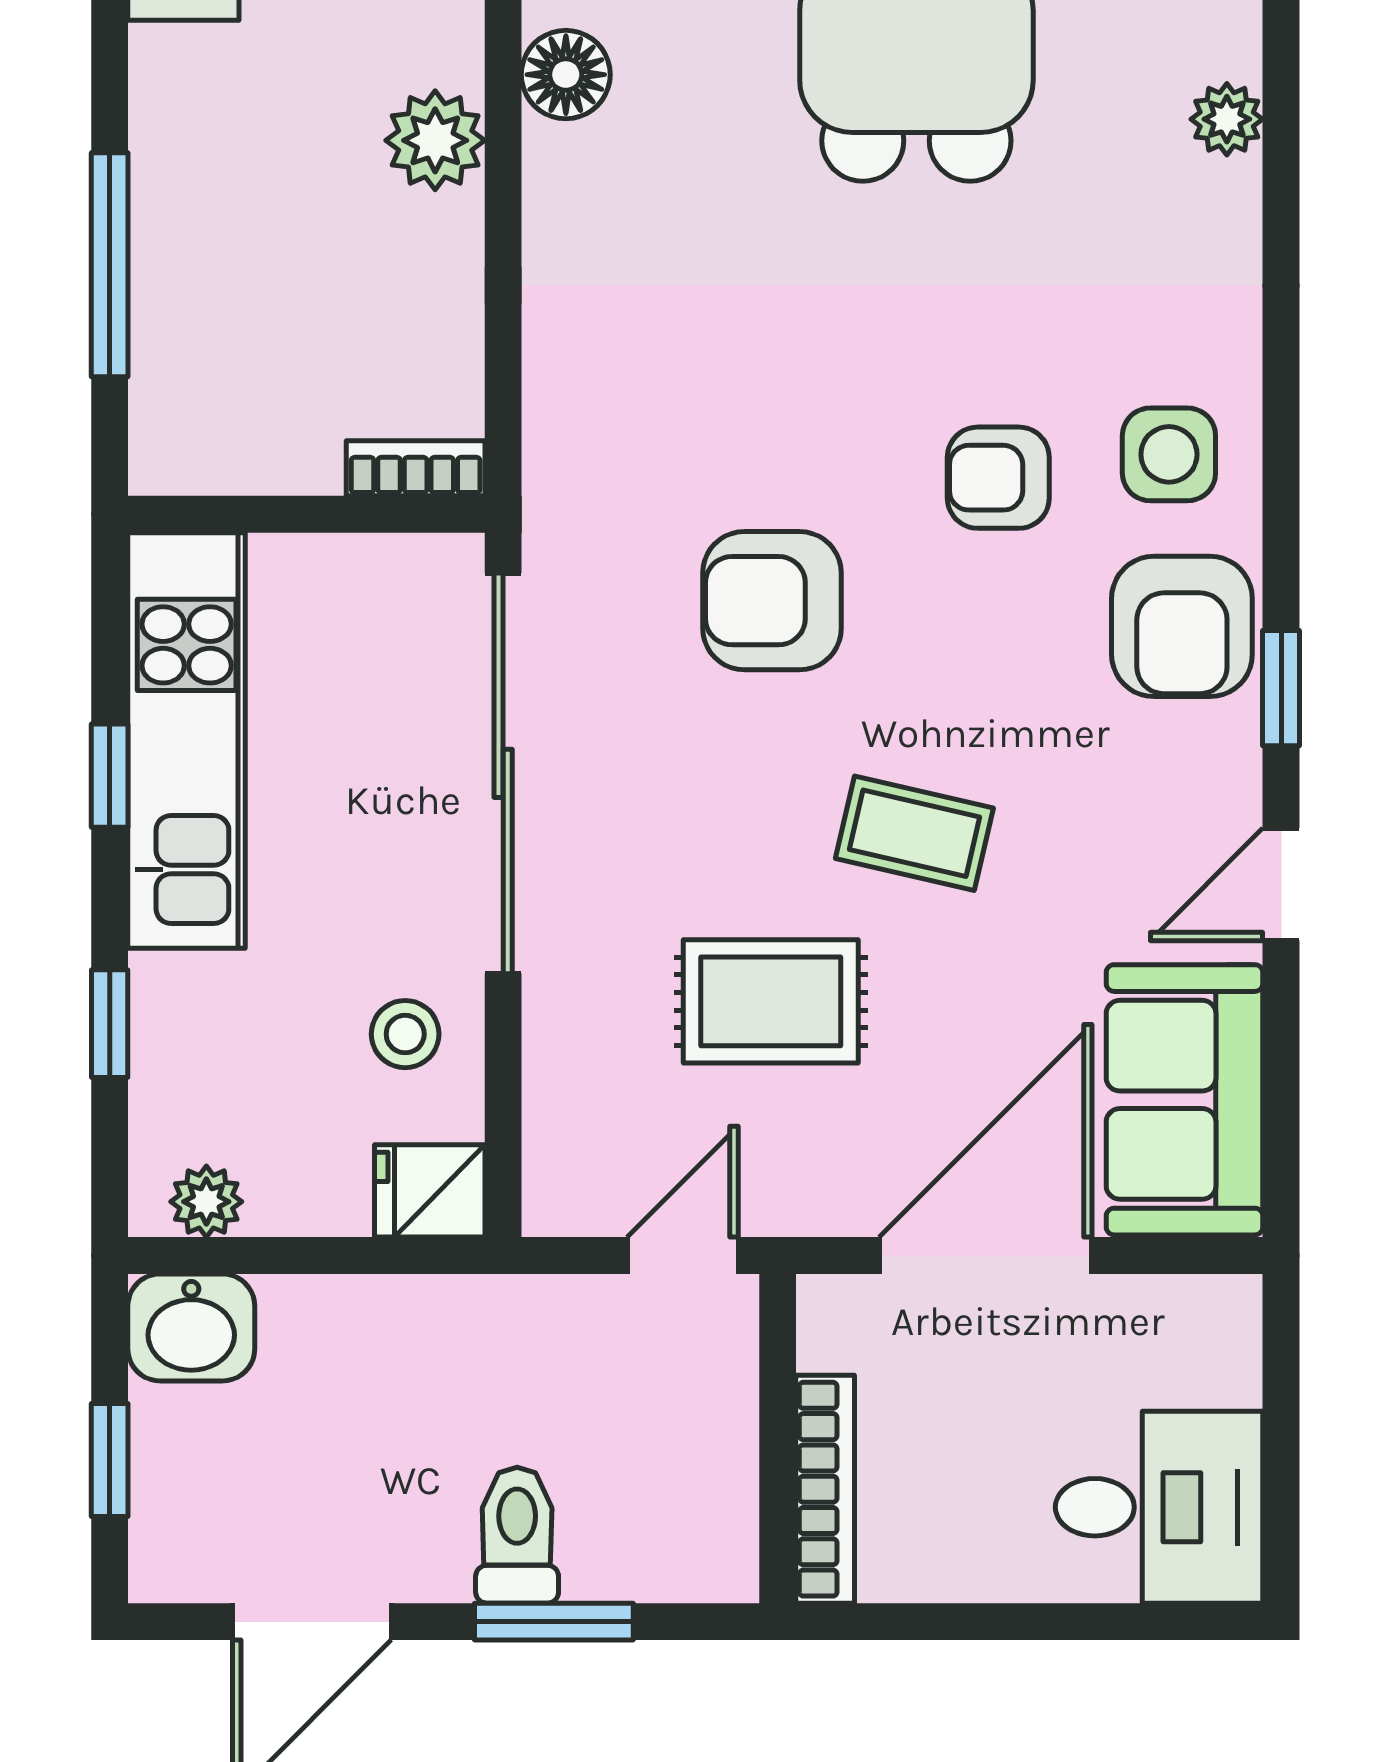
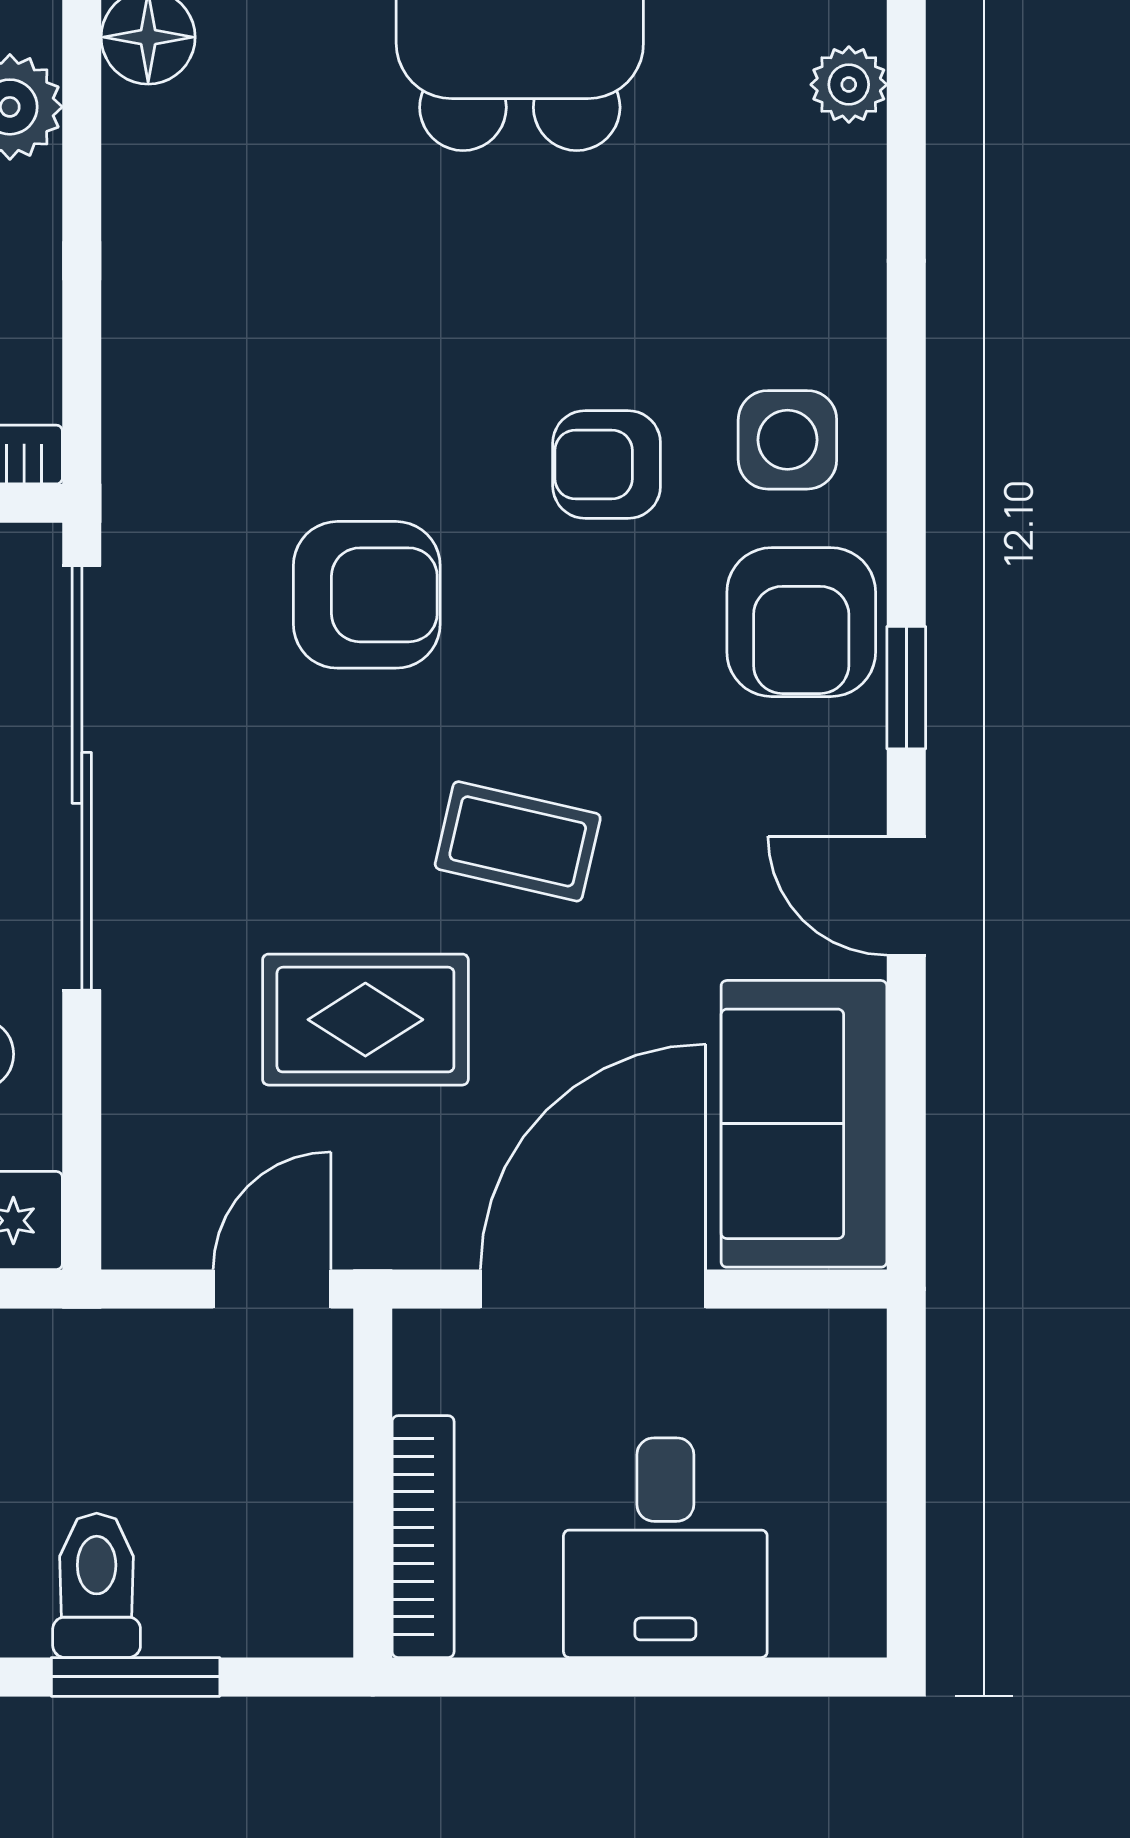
armchair: (772, 601) -> (367, 595), turned 180
door: (1281, 884) -> (906, 896), hinge flipped
desk: (1159, 1507) -> (665, 1548), moved, turned 90

